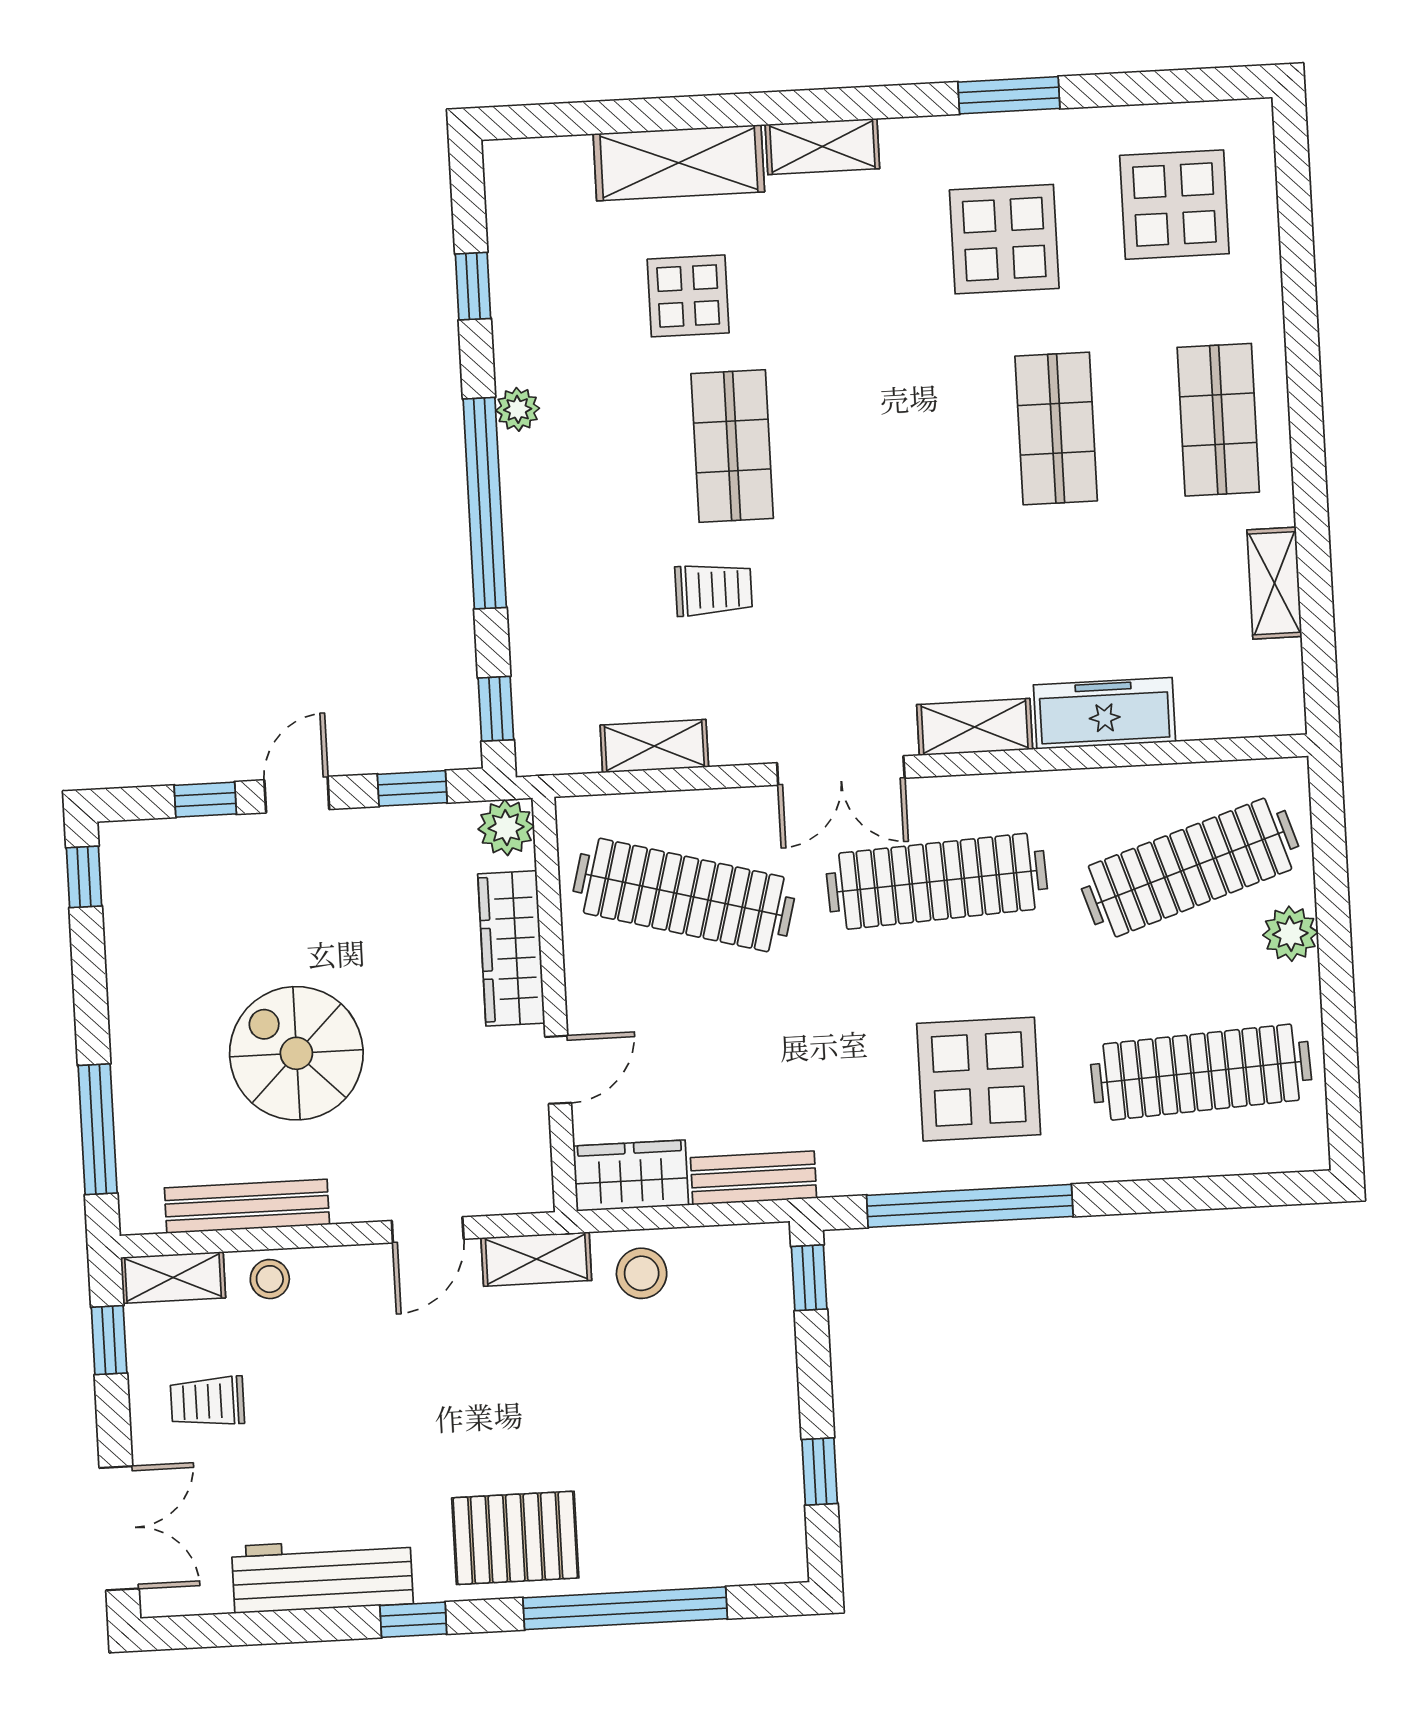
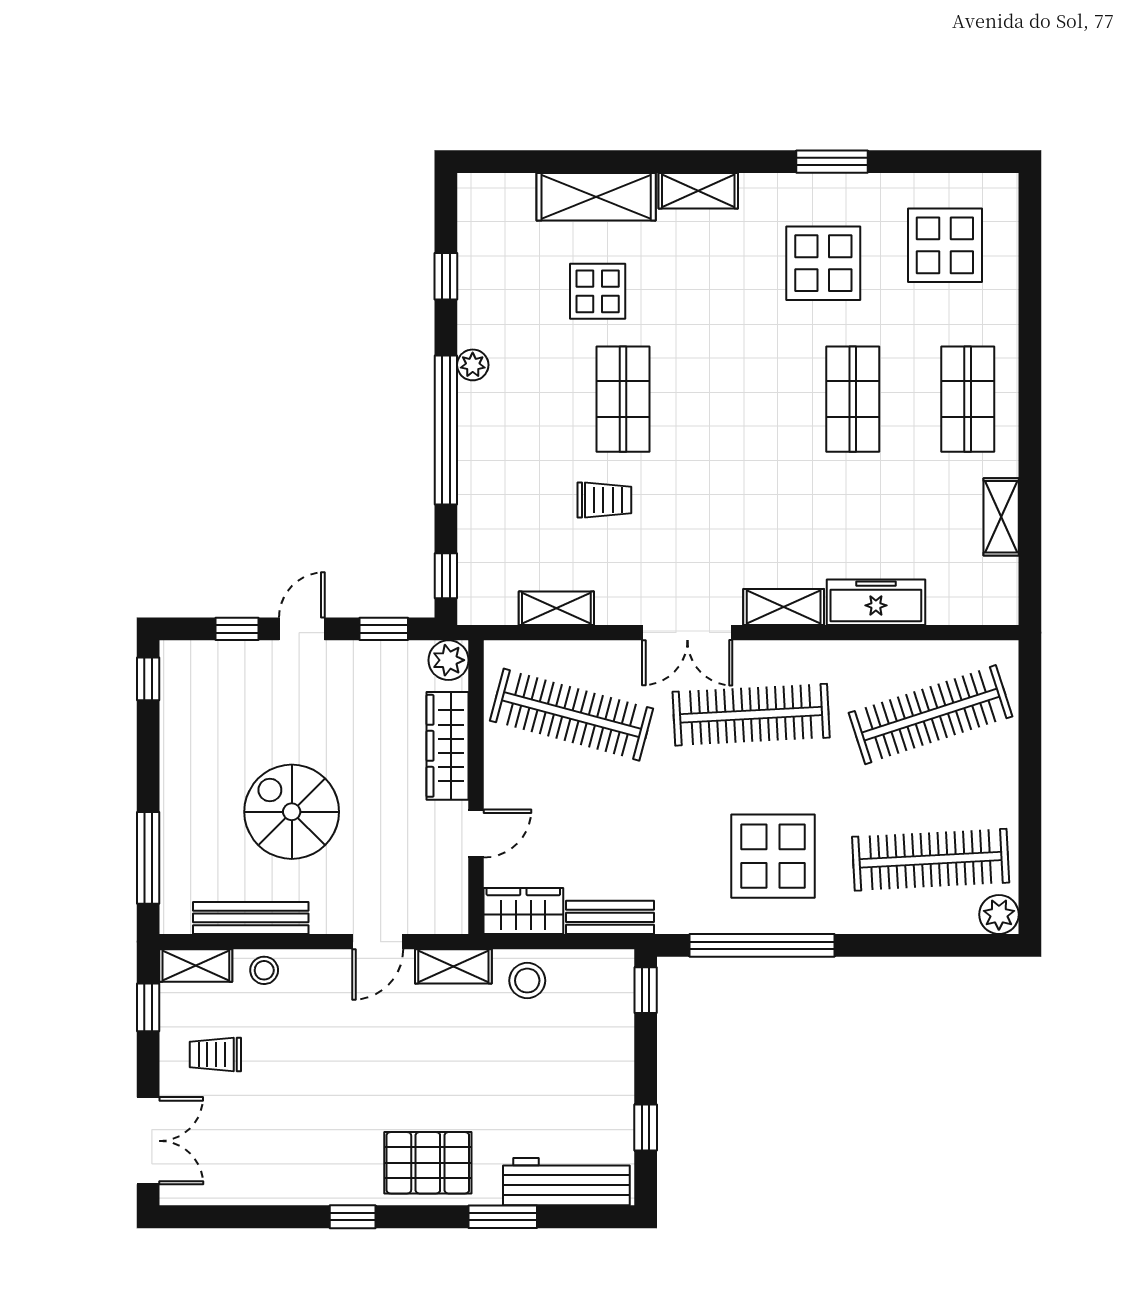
plant: (1290, 934) -> (999, 914), moved
workbench: (322, 1575) -> (566, 1182), moved
window: (625, 1608) -> (503, 1217), width x0.47

